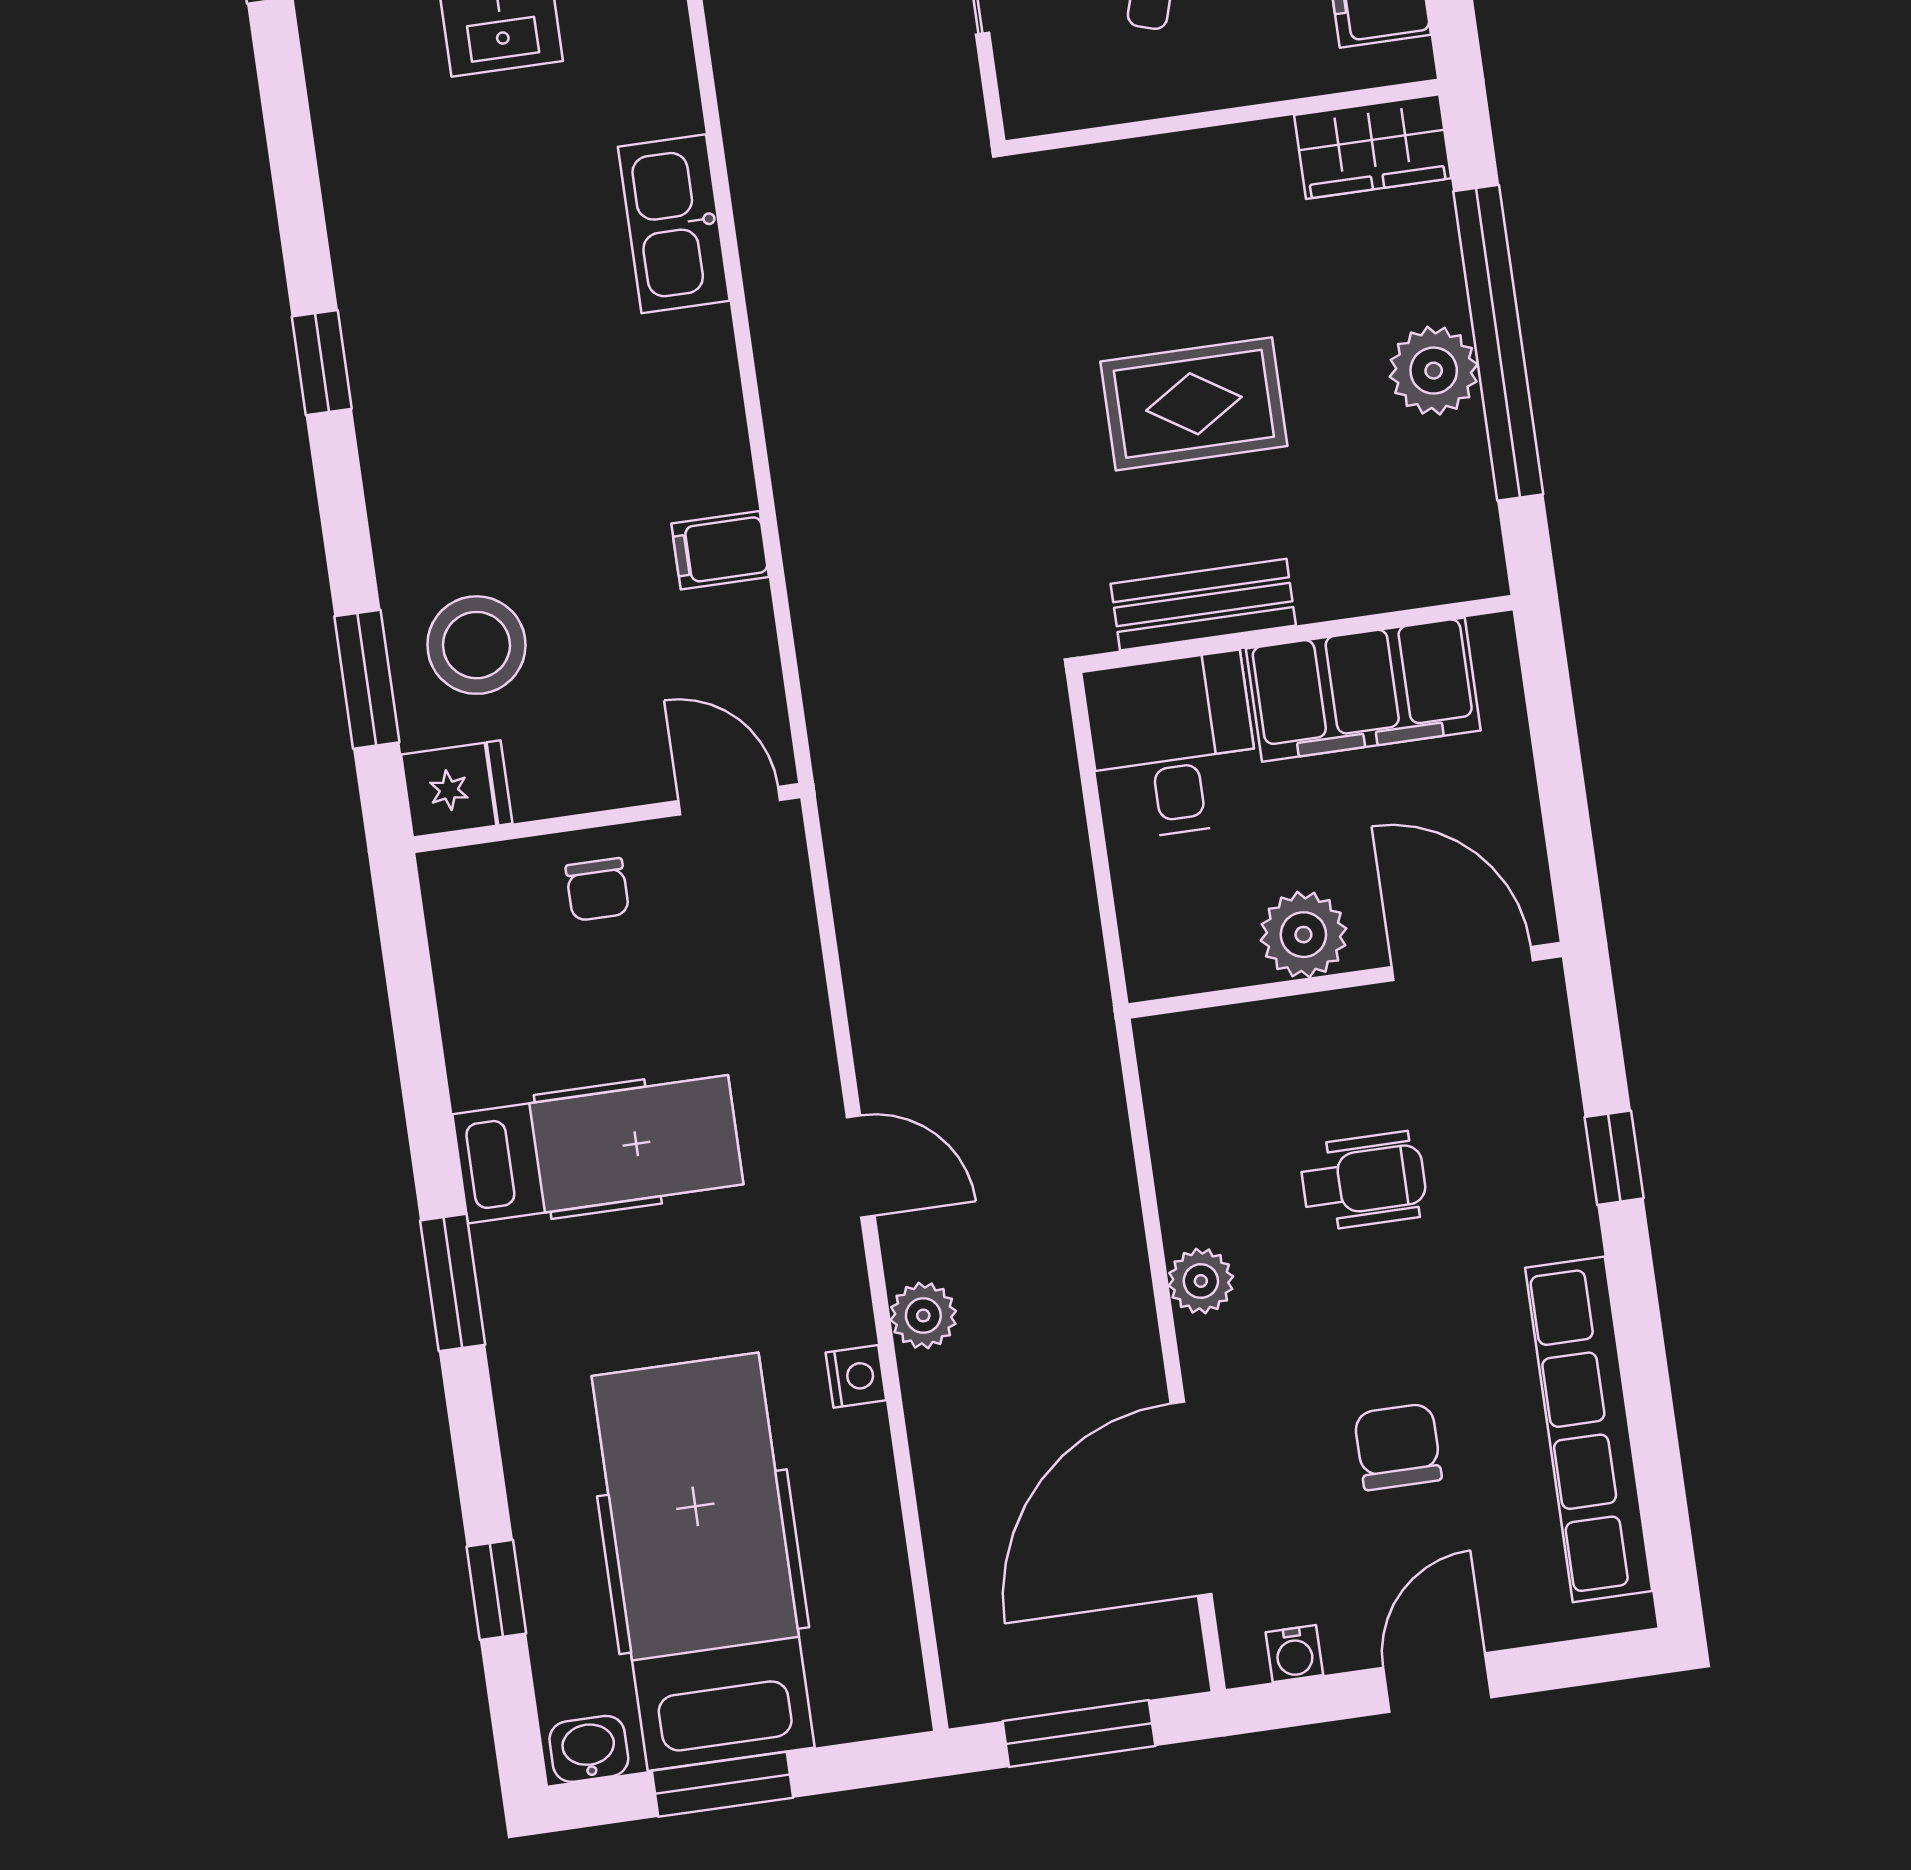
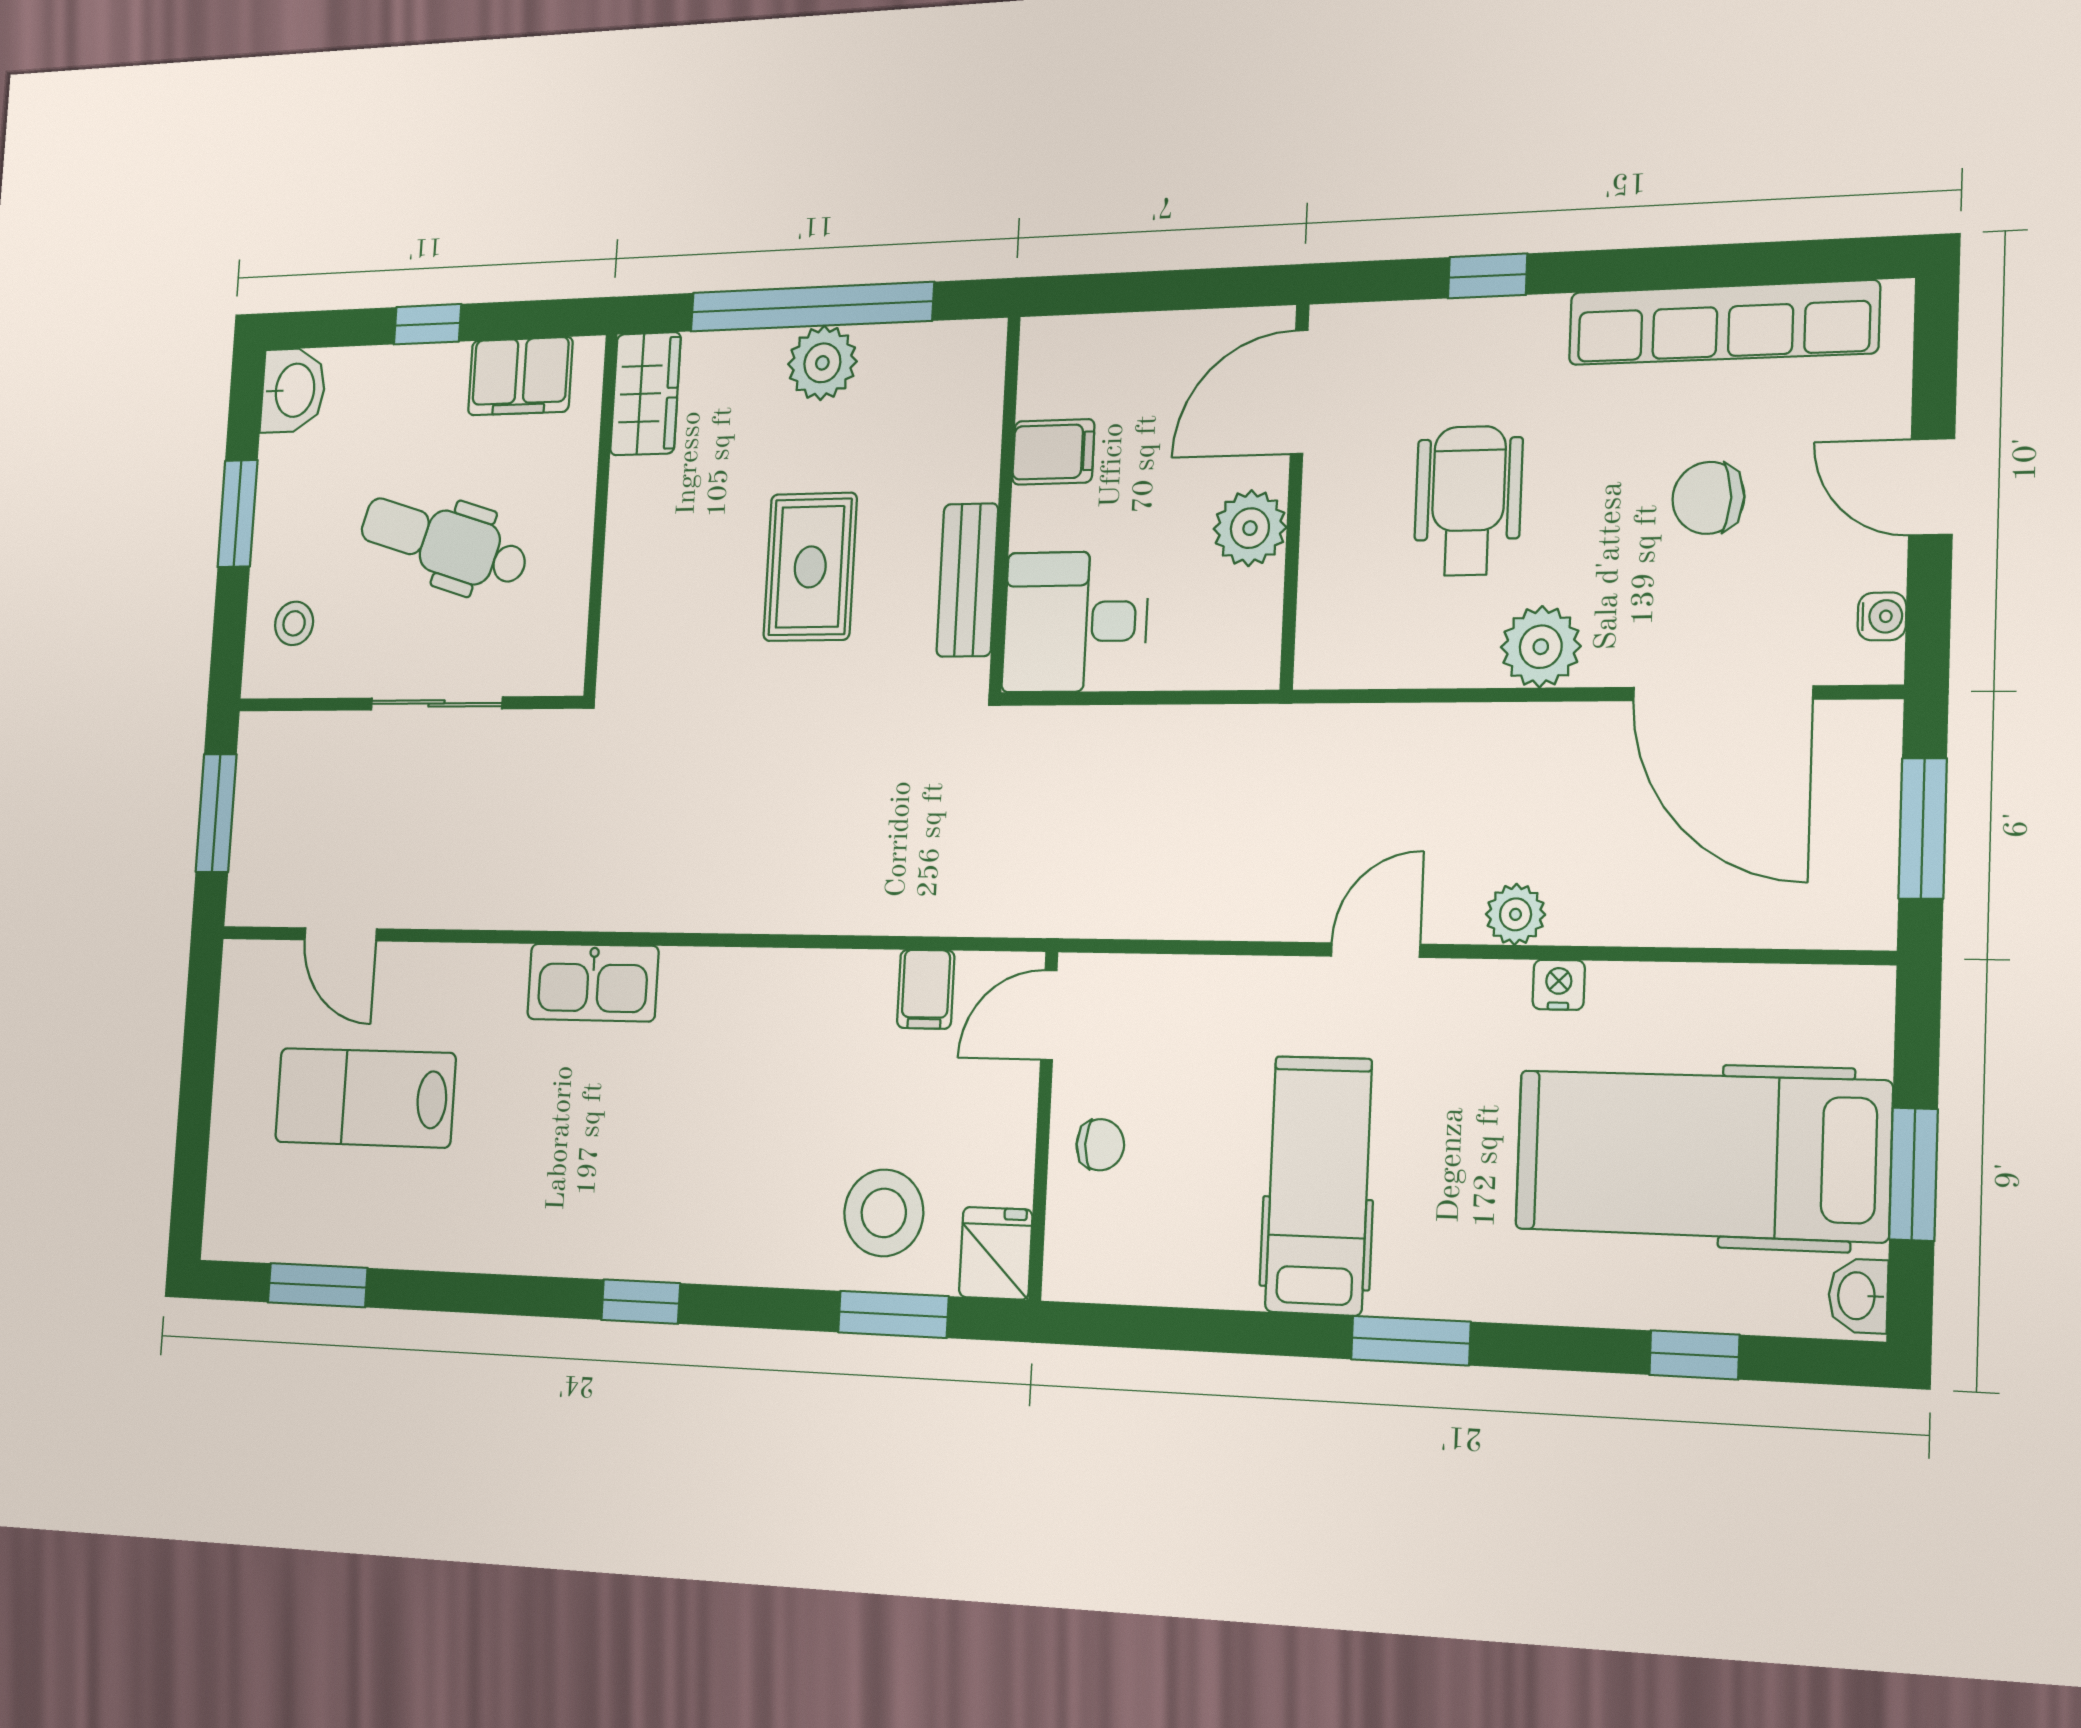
filing cabinet: (720, 550) -> (926, 989), moved
filing cabinet: (1363, 690) -> (1053, 452), width x0.33, depth x0.86
wheelchair: (1364, 1181) -> (1468, 501), width x1.36, depth x1.37
plant: (1201, 1281) -> (1541, 647), width x1.38, depth x1.38

